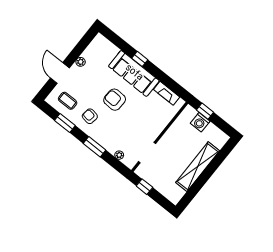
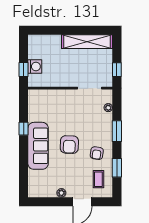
window: (140, 59) -> (24, 129), moved
fireplace: (167, 93) -> (33, 109), removed
shelving: (198, 167) -> (87, 42), moved

